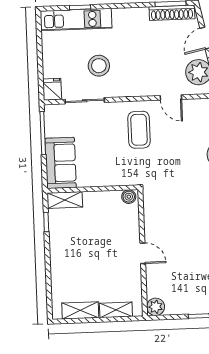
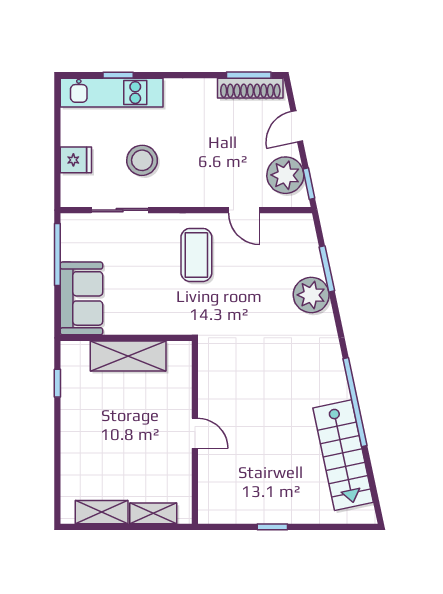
fridge: (52, 89) -> (76, 160), moved, turned 90
boiler: (129, 197) -> (178, 351), removed
shelving: (65, 200) -> (128, 356), moved, width x1.50, depth x1.33
plant: (156, 307) -> (211, 511), removed

